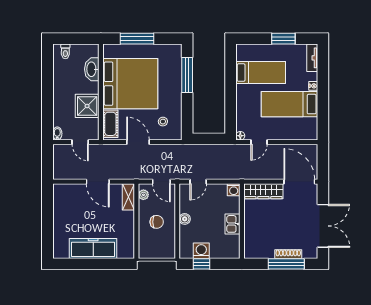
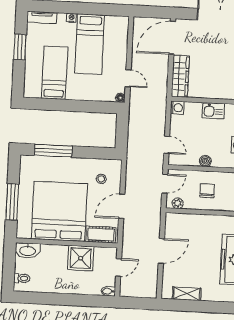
washbasin: (92, 69) -> (28, 251), moved
shelving: (128, 197) -> (187, 294), moved

